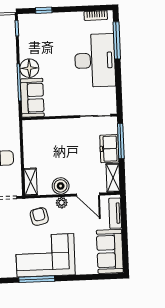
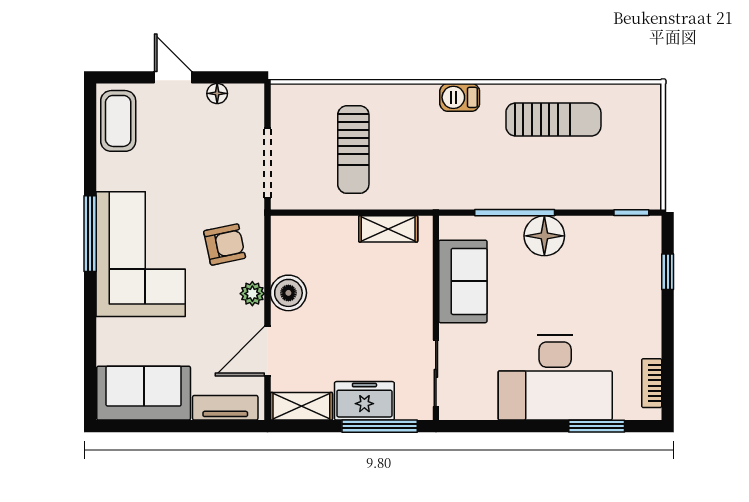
window: (117, 40) -> (597, 426), width x0.69
sofa: (32, 98) -> (463, 281), moved, turned -90
shelving: (31, 182) -> (388, 229), moved

